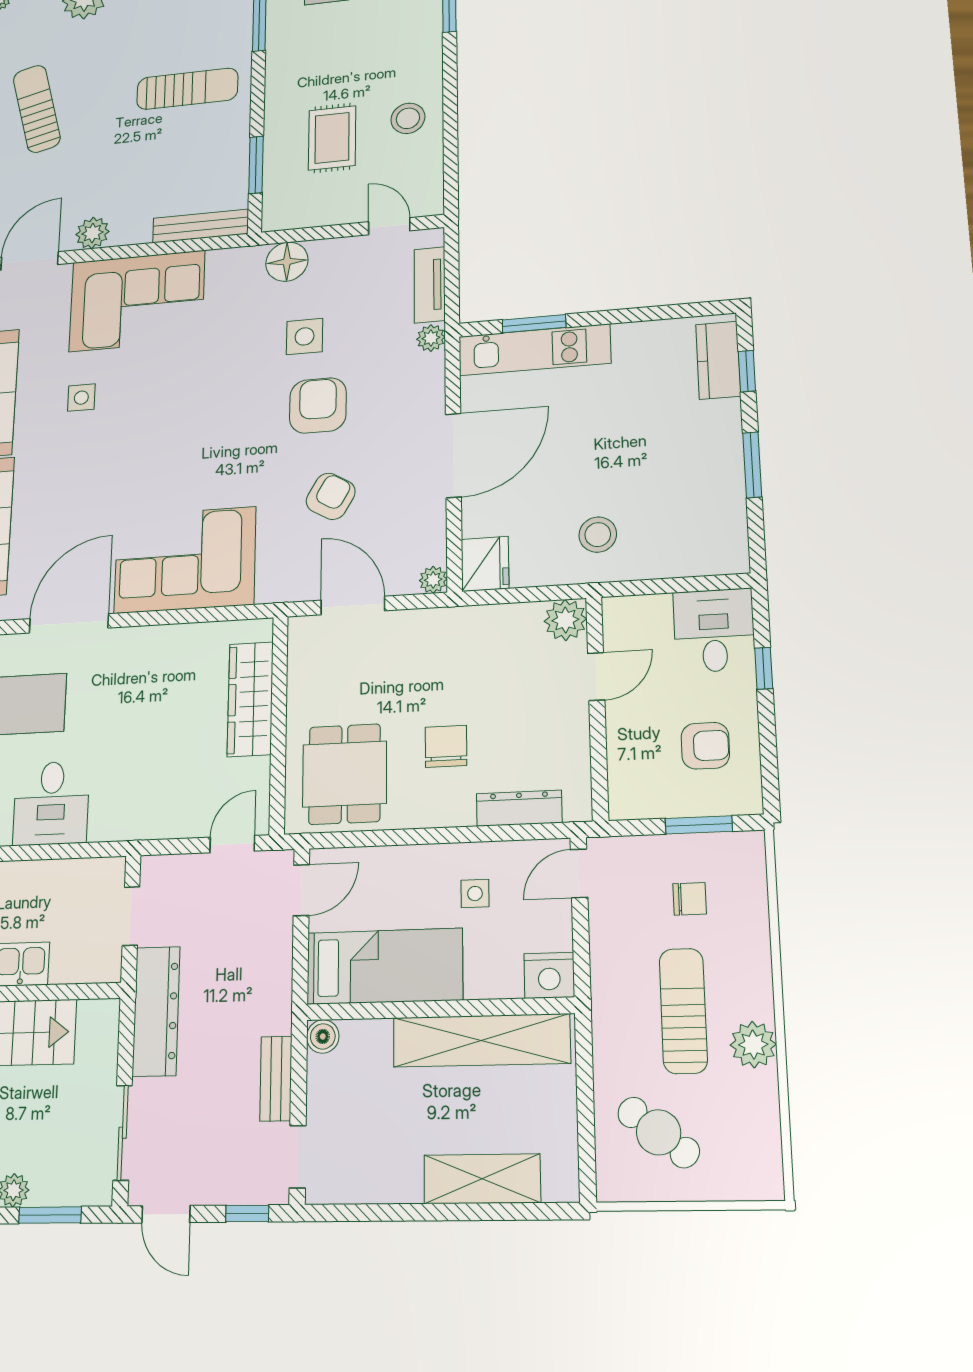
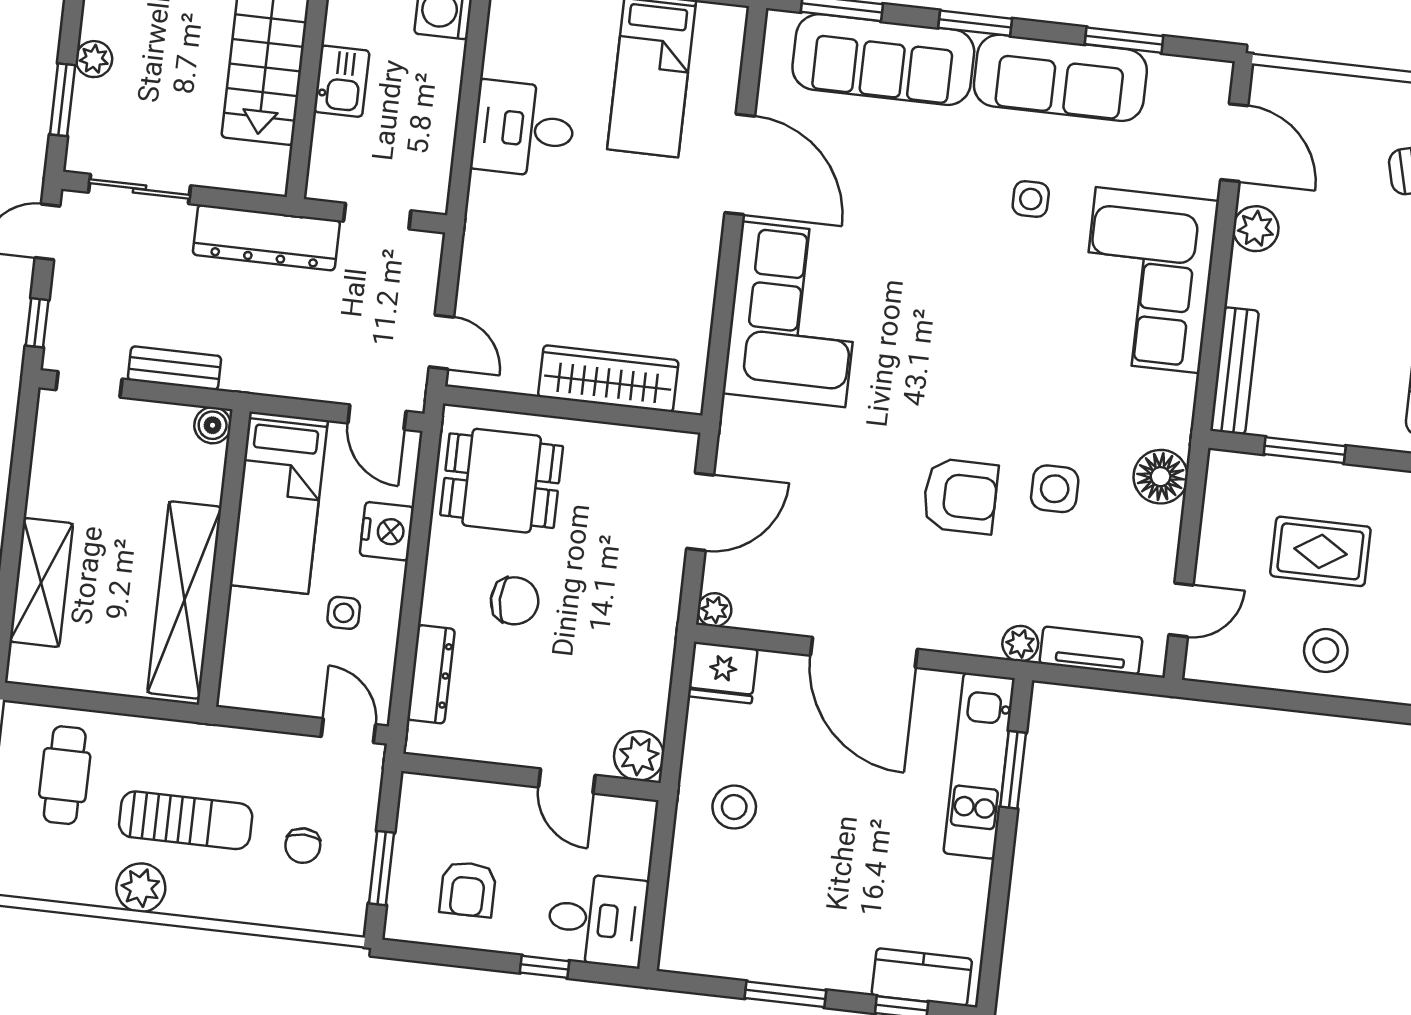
armchair: (331, 496) -> (841, 500), removed
nightstand: (549, 975) -> (387, 531), moved, turned 180
cafe table: (659, 1132) -> (65, 775), turned -38

